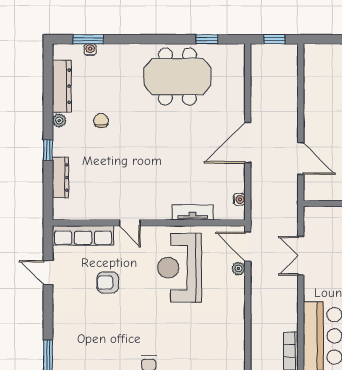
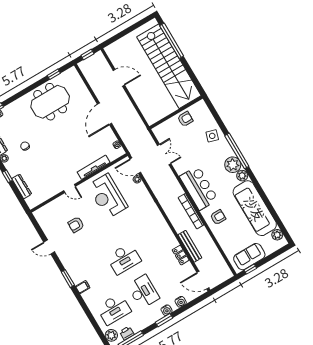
door: (301, 158) -> (119, 78), moved
tv unit: (193, 212) -> (94, 167), width x1.41
row of seats: (83, 235) -> (50, 209), removed
double door: (301, 256) -> (164, 155), swing flipped
door: (48, 273) -> (49, 247), moved

